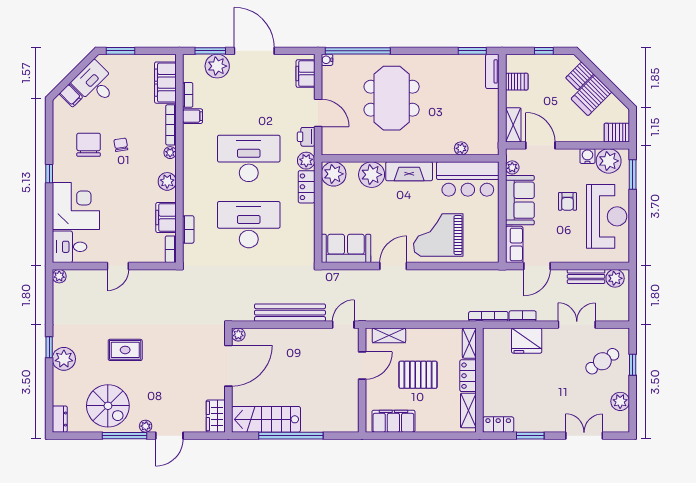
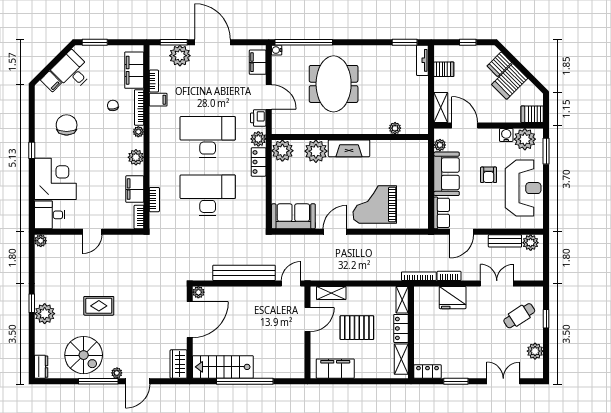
chair: (121, 145) -> (113, 105), moved
bar counter: (468, 179) -> (401, 155), removed

